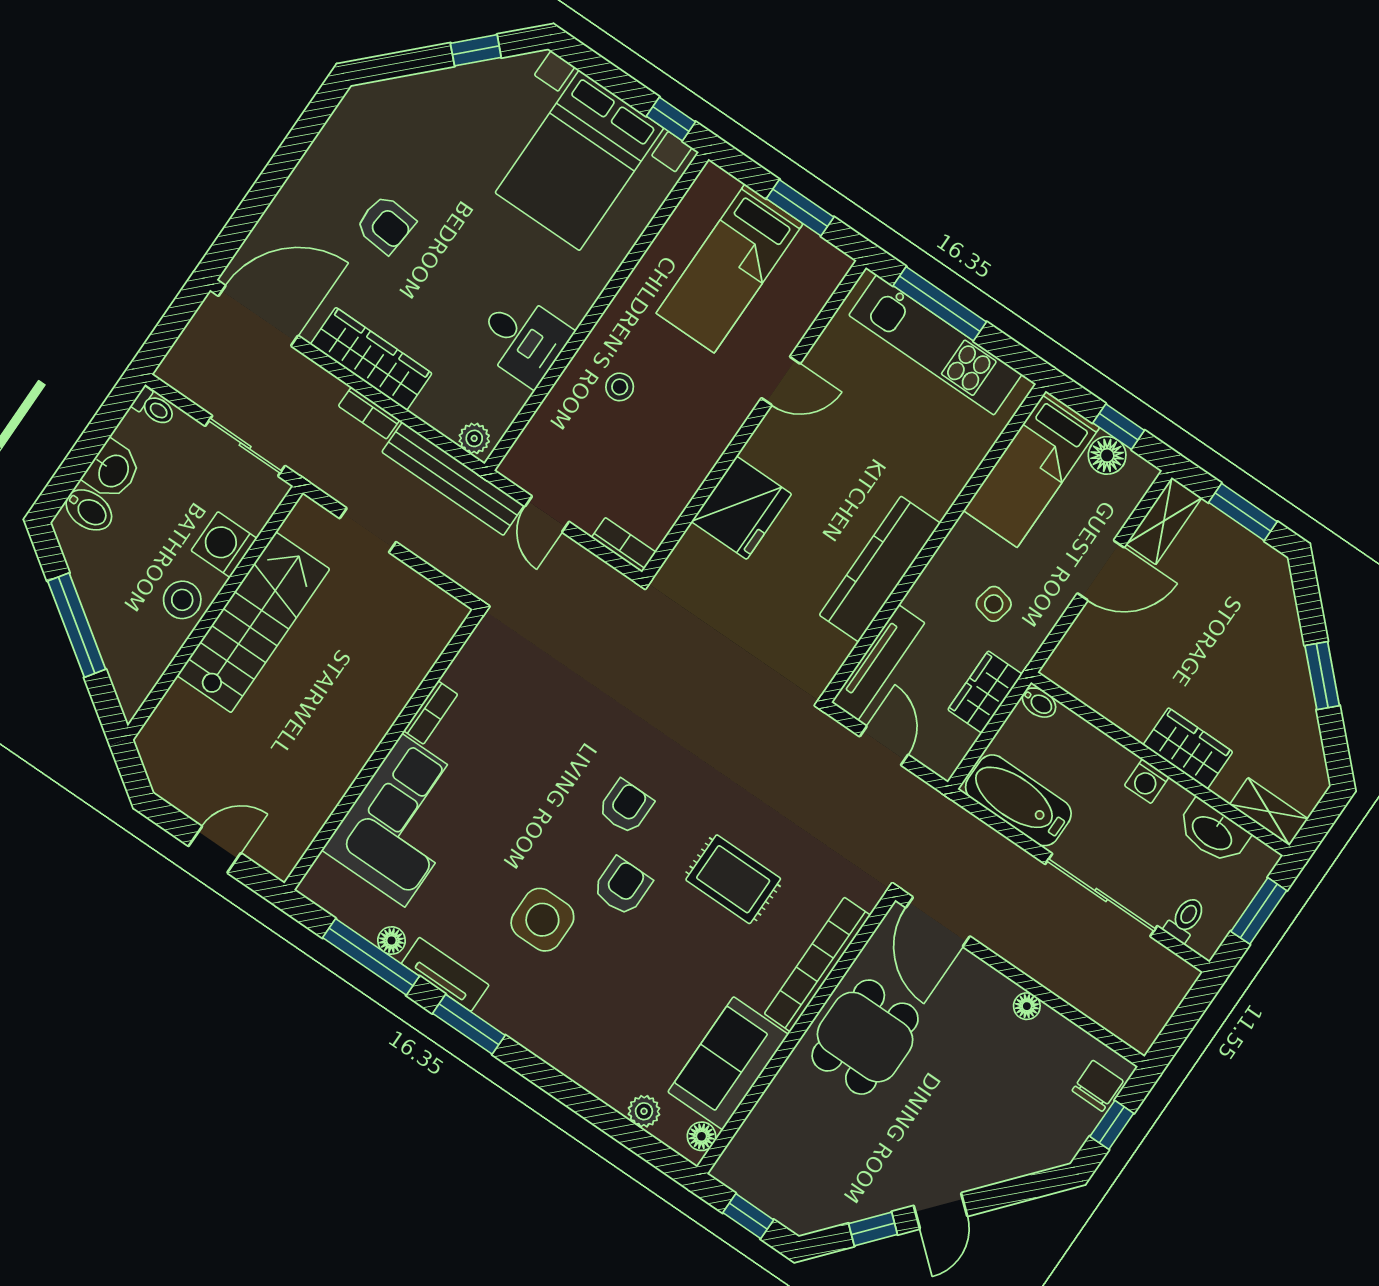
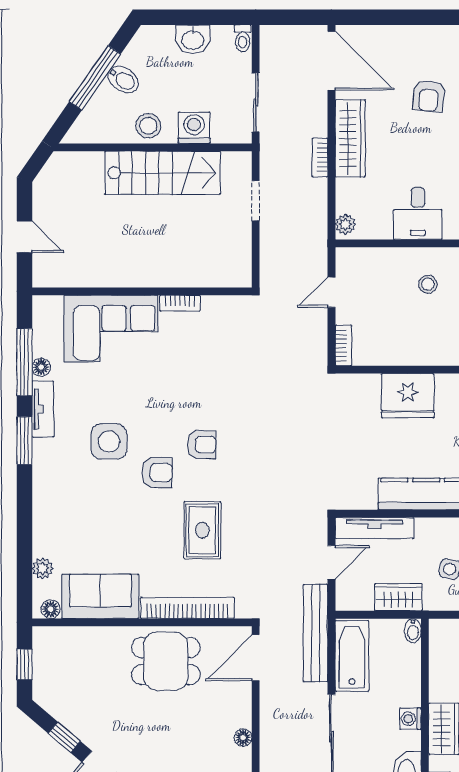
bench: (453, 479) -> (316, 633), moved
bidet: (89, 510) -> (123, 79), moved, turned -55

